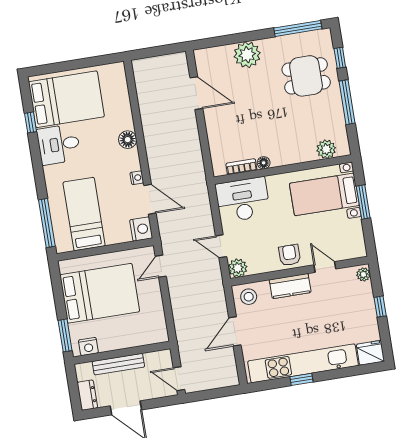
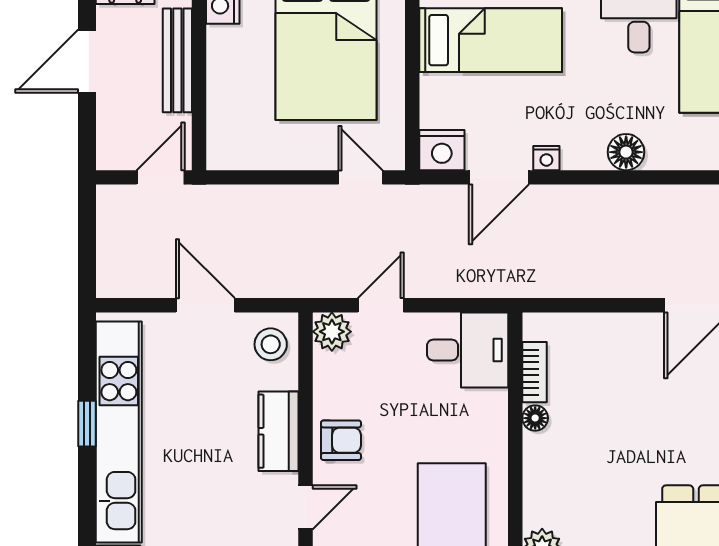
desk: (243, 200) -> (468, 350), width x0.73
door: (179, 379) -> (161, 177), moved

